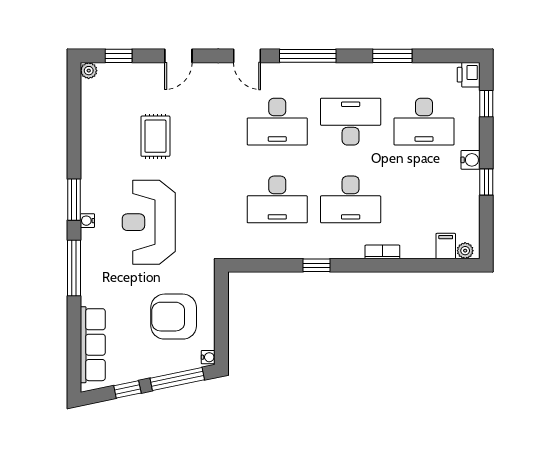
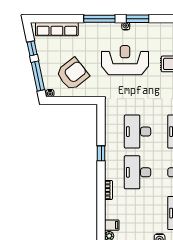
armchair: (174, 317) -> (73, 74), turned 52

